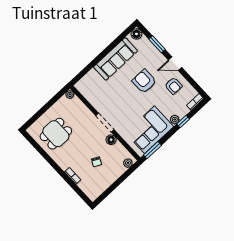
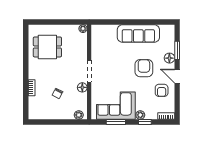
floor lamp: (136, 34) -> (169, 58), moved
window: (152, 150) -> (116, 122), moved

